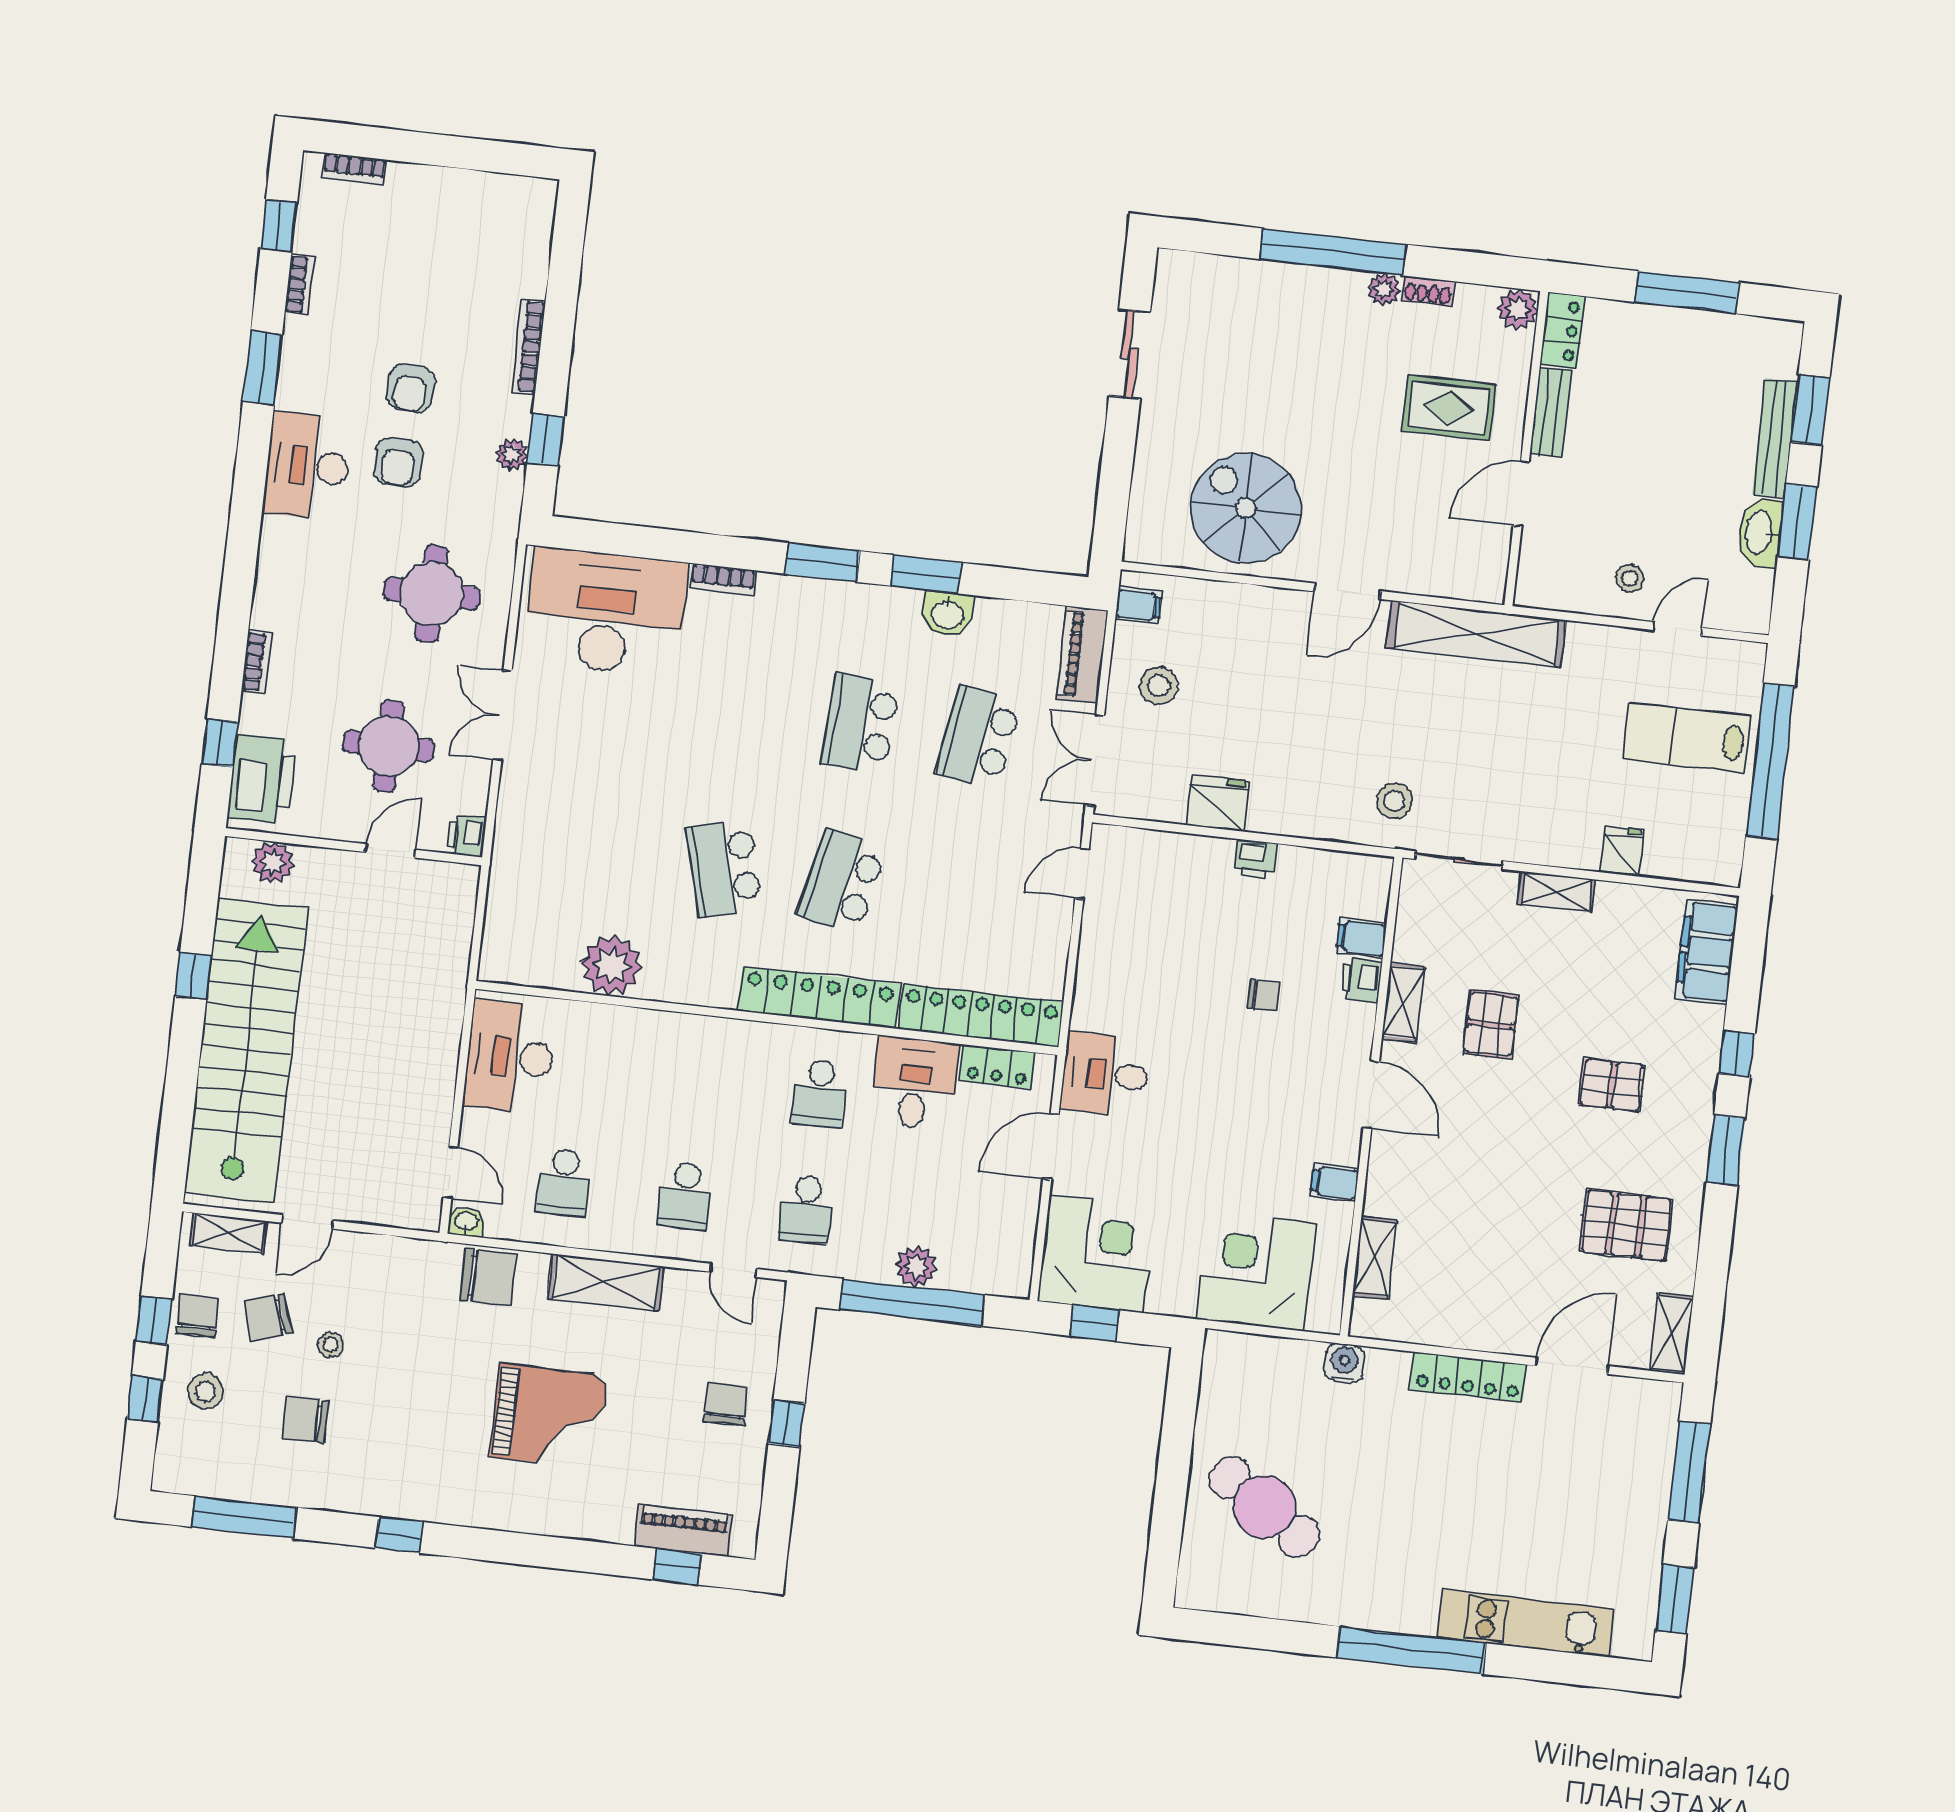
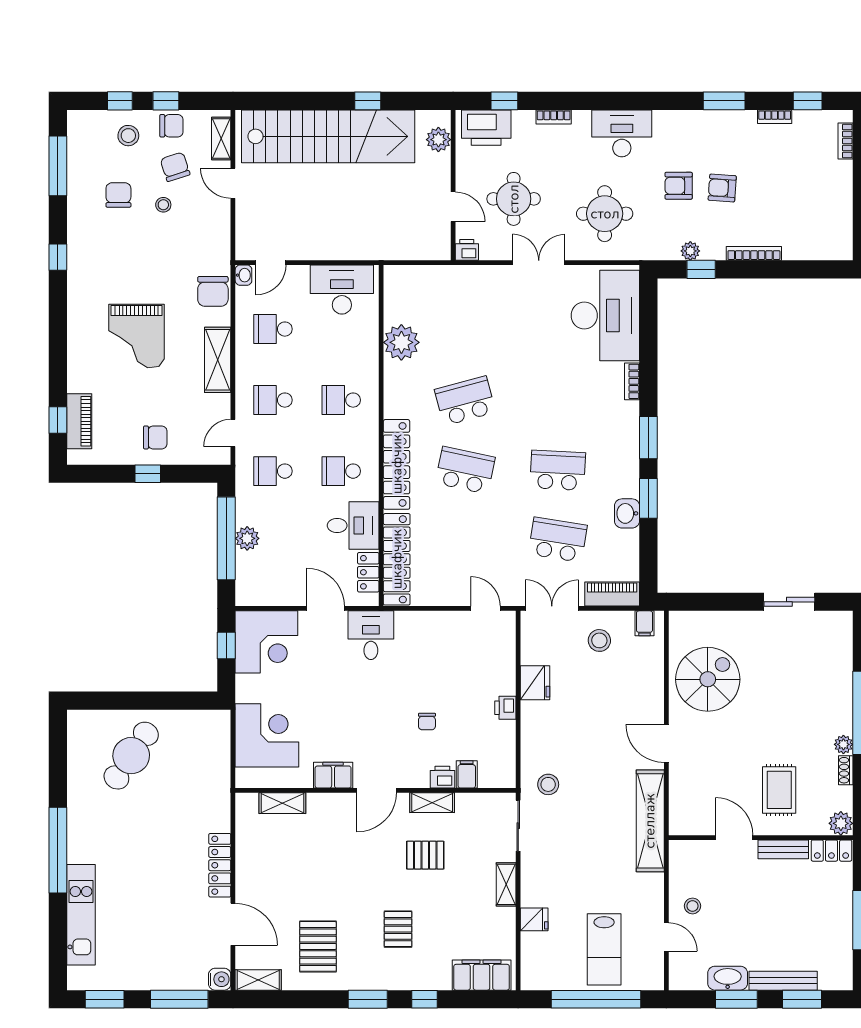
desk: (308, 466) -> (622, 133), moved
lab bench: (1687, 738) -> (604, 949), turned 180
school desk: (698, 1079) -> (341, 400), added
filing cabinet: (1335, 1183) -> (333, 775), width x2.00
water cooler: (1344, 1363) -> (220, 979), moved

